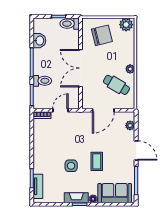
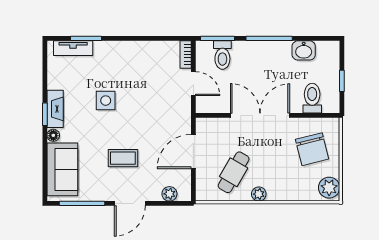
toilet: (70, 24) -> (312, 98), moved
toilet: (42, 81) -> (222, 55), moved
door: (103, 110) -> (193, 151), hinge flipped
coffee table: (97, 161) -> (123, 158), moved

